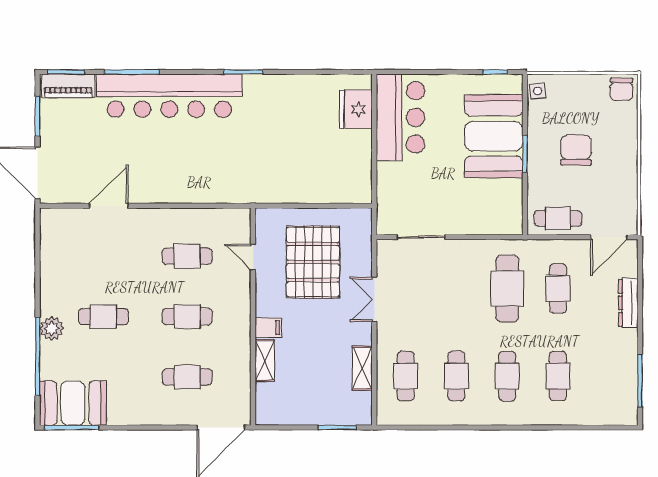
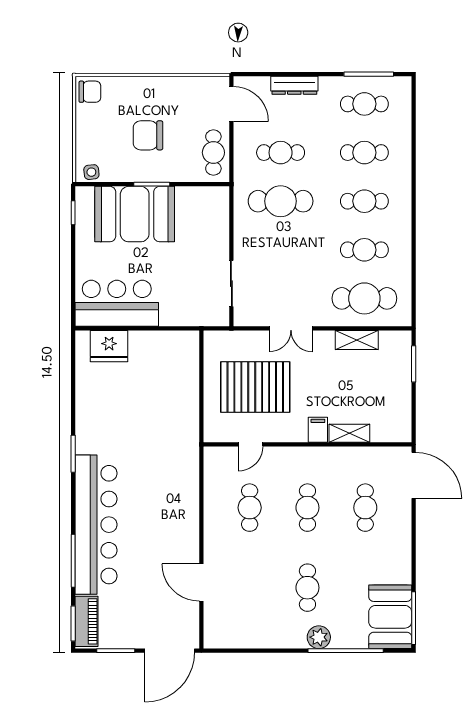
cafe table: (406, 376) -> (364, 298), width x1.37, depth x1.35
cafe table: (609, 376) -> (364, 104), added

